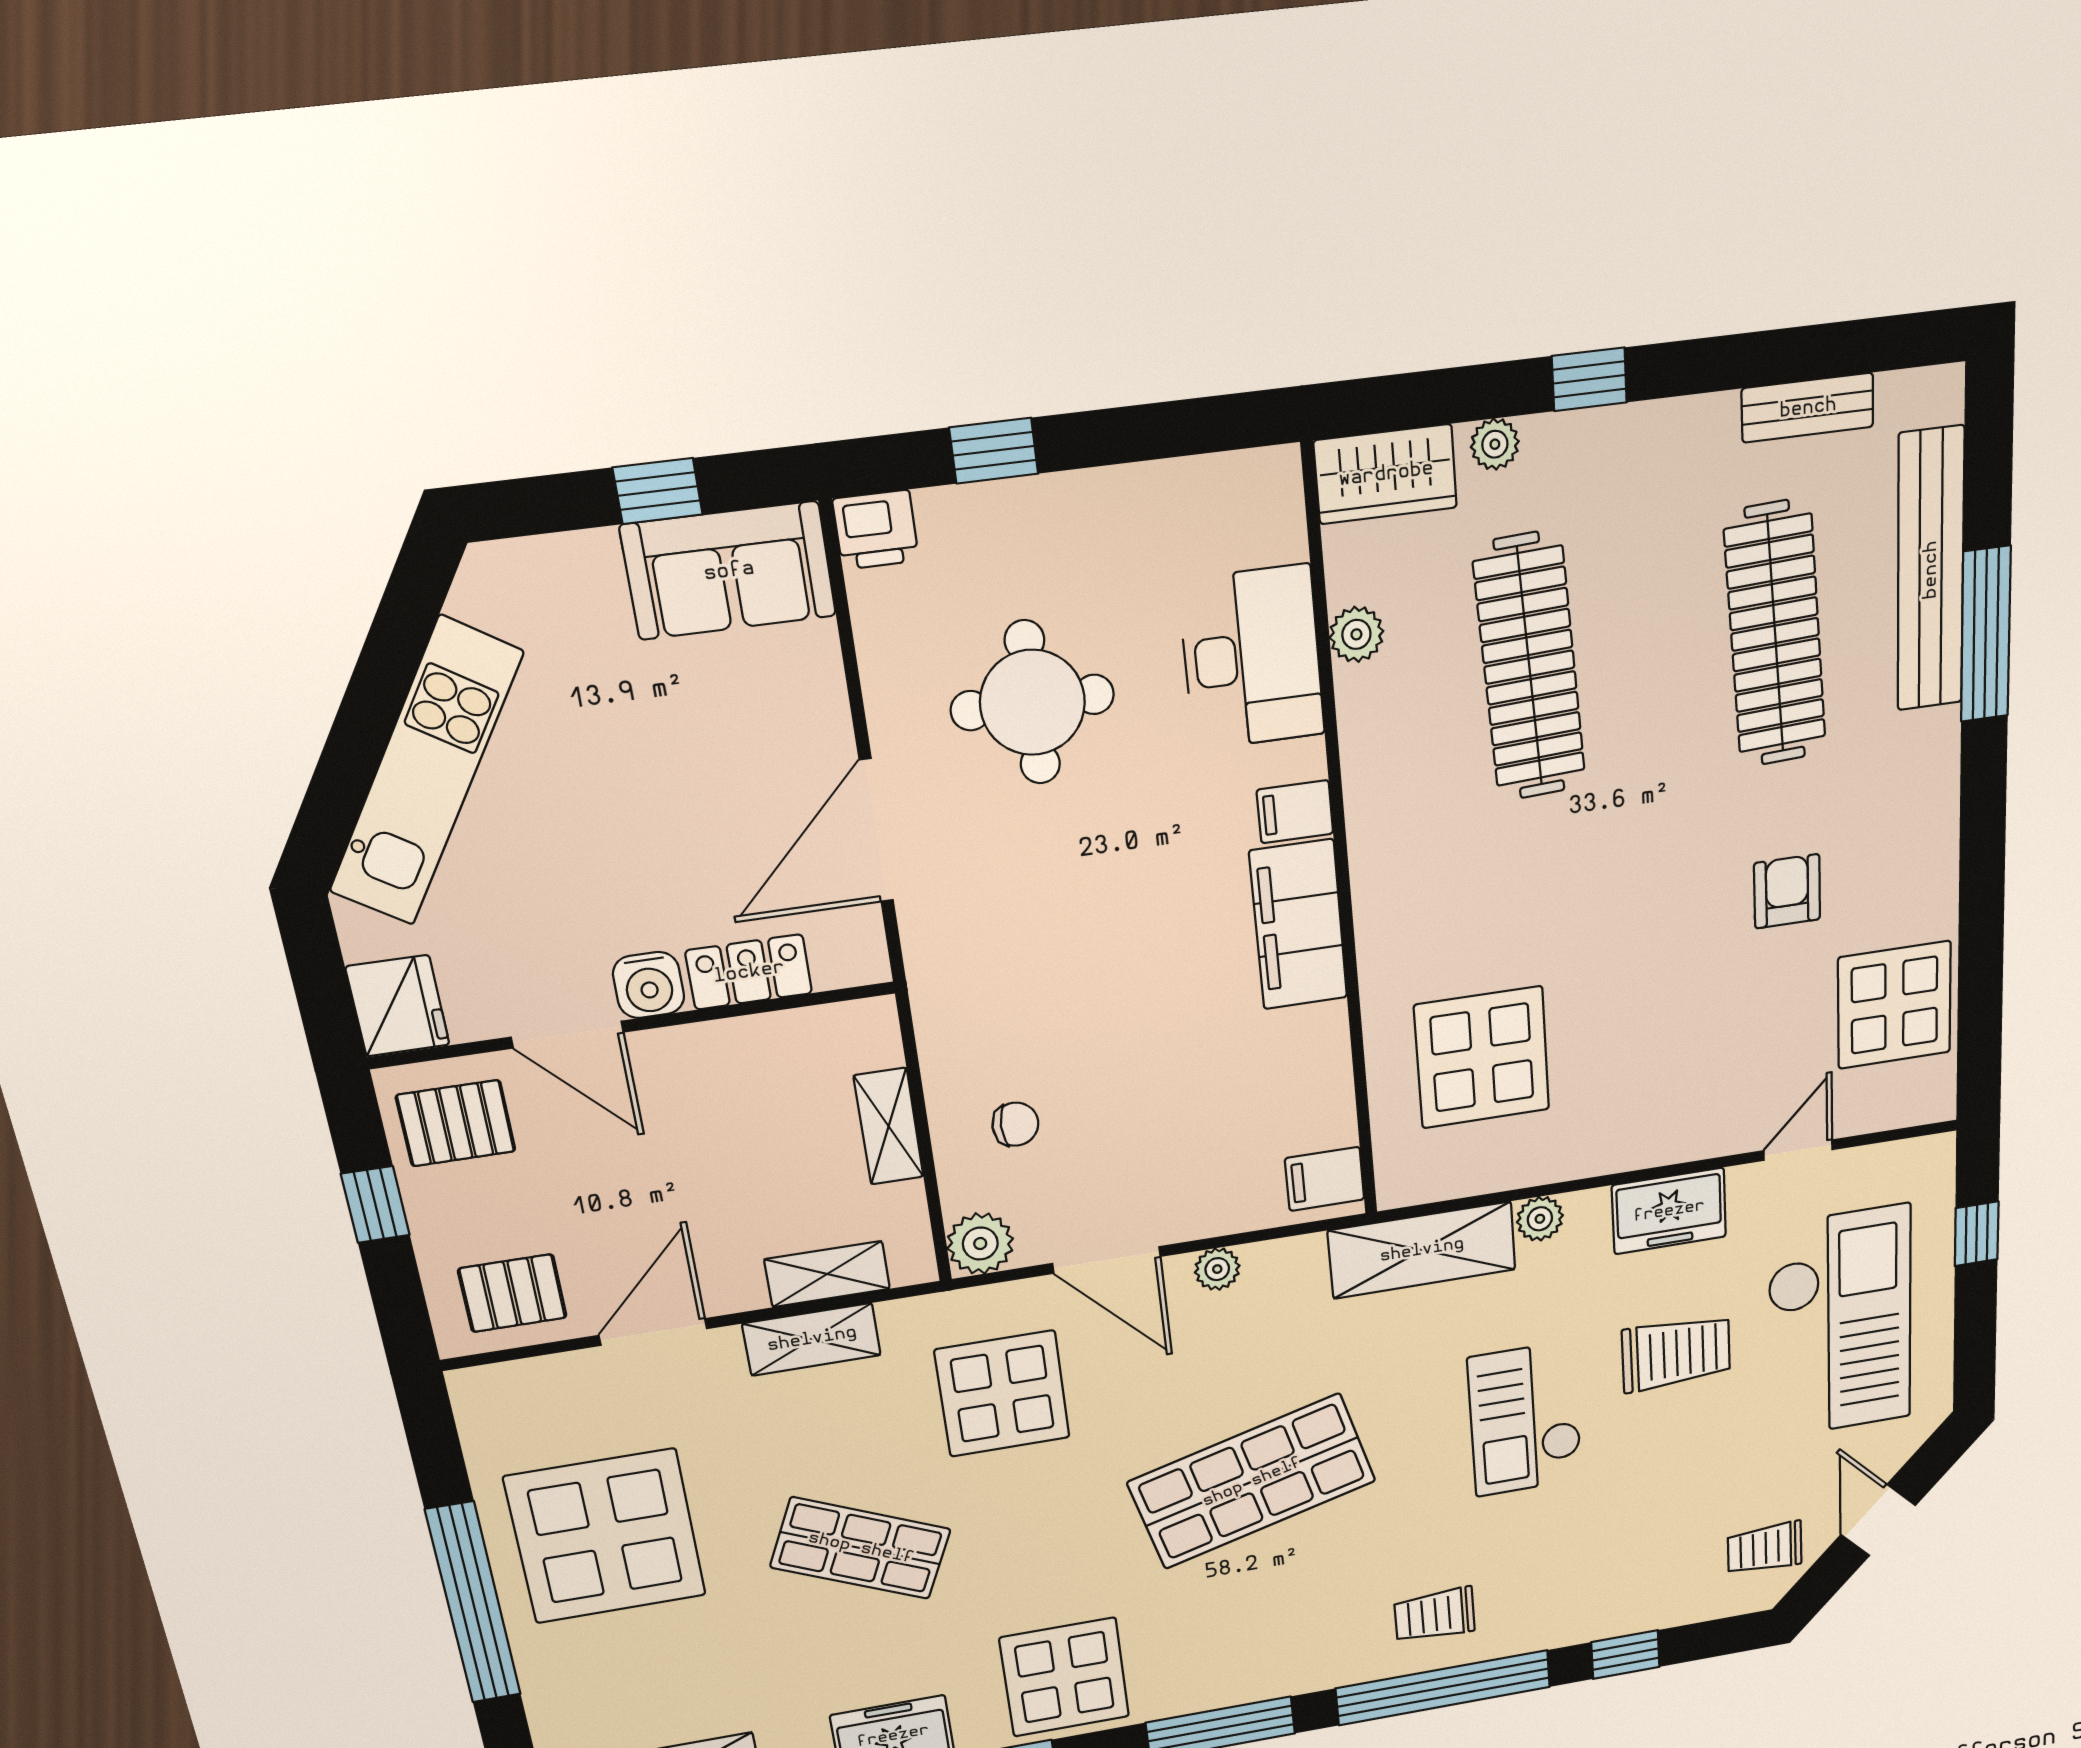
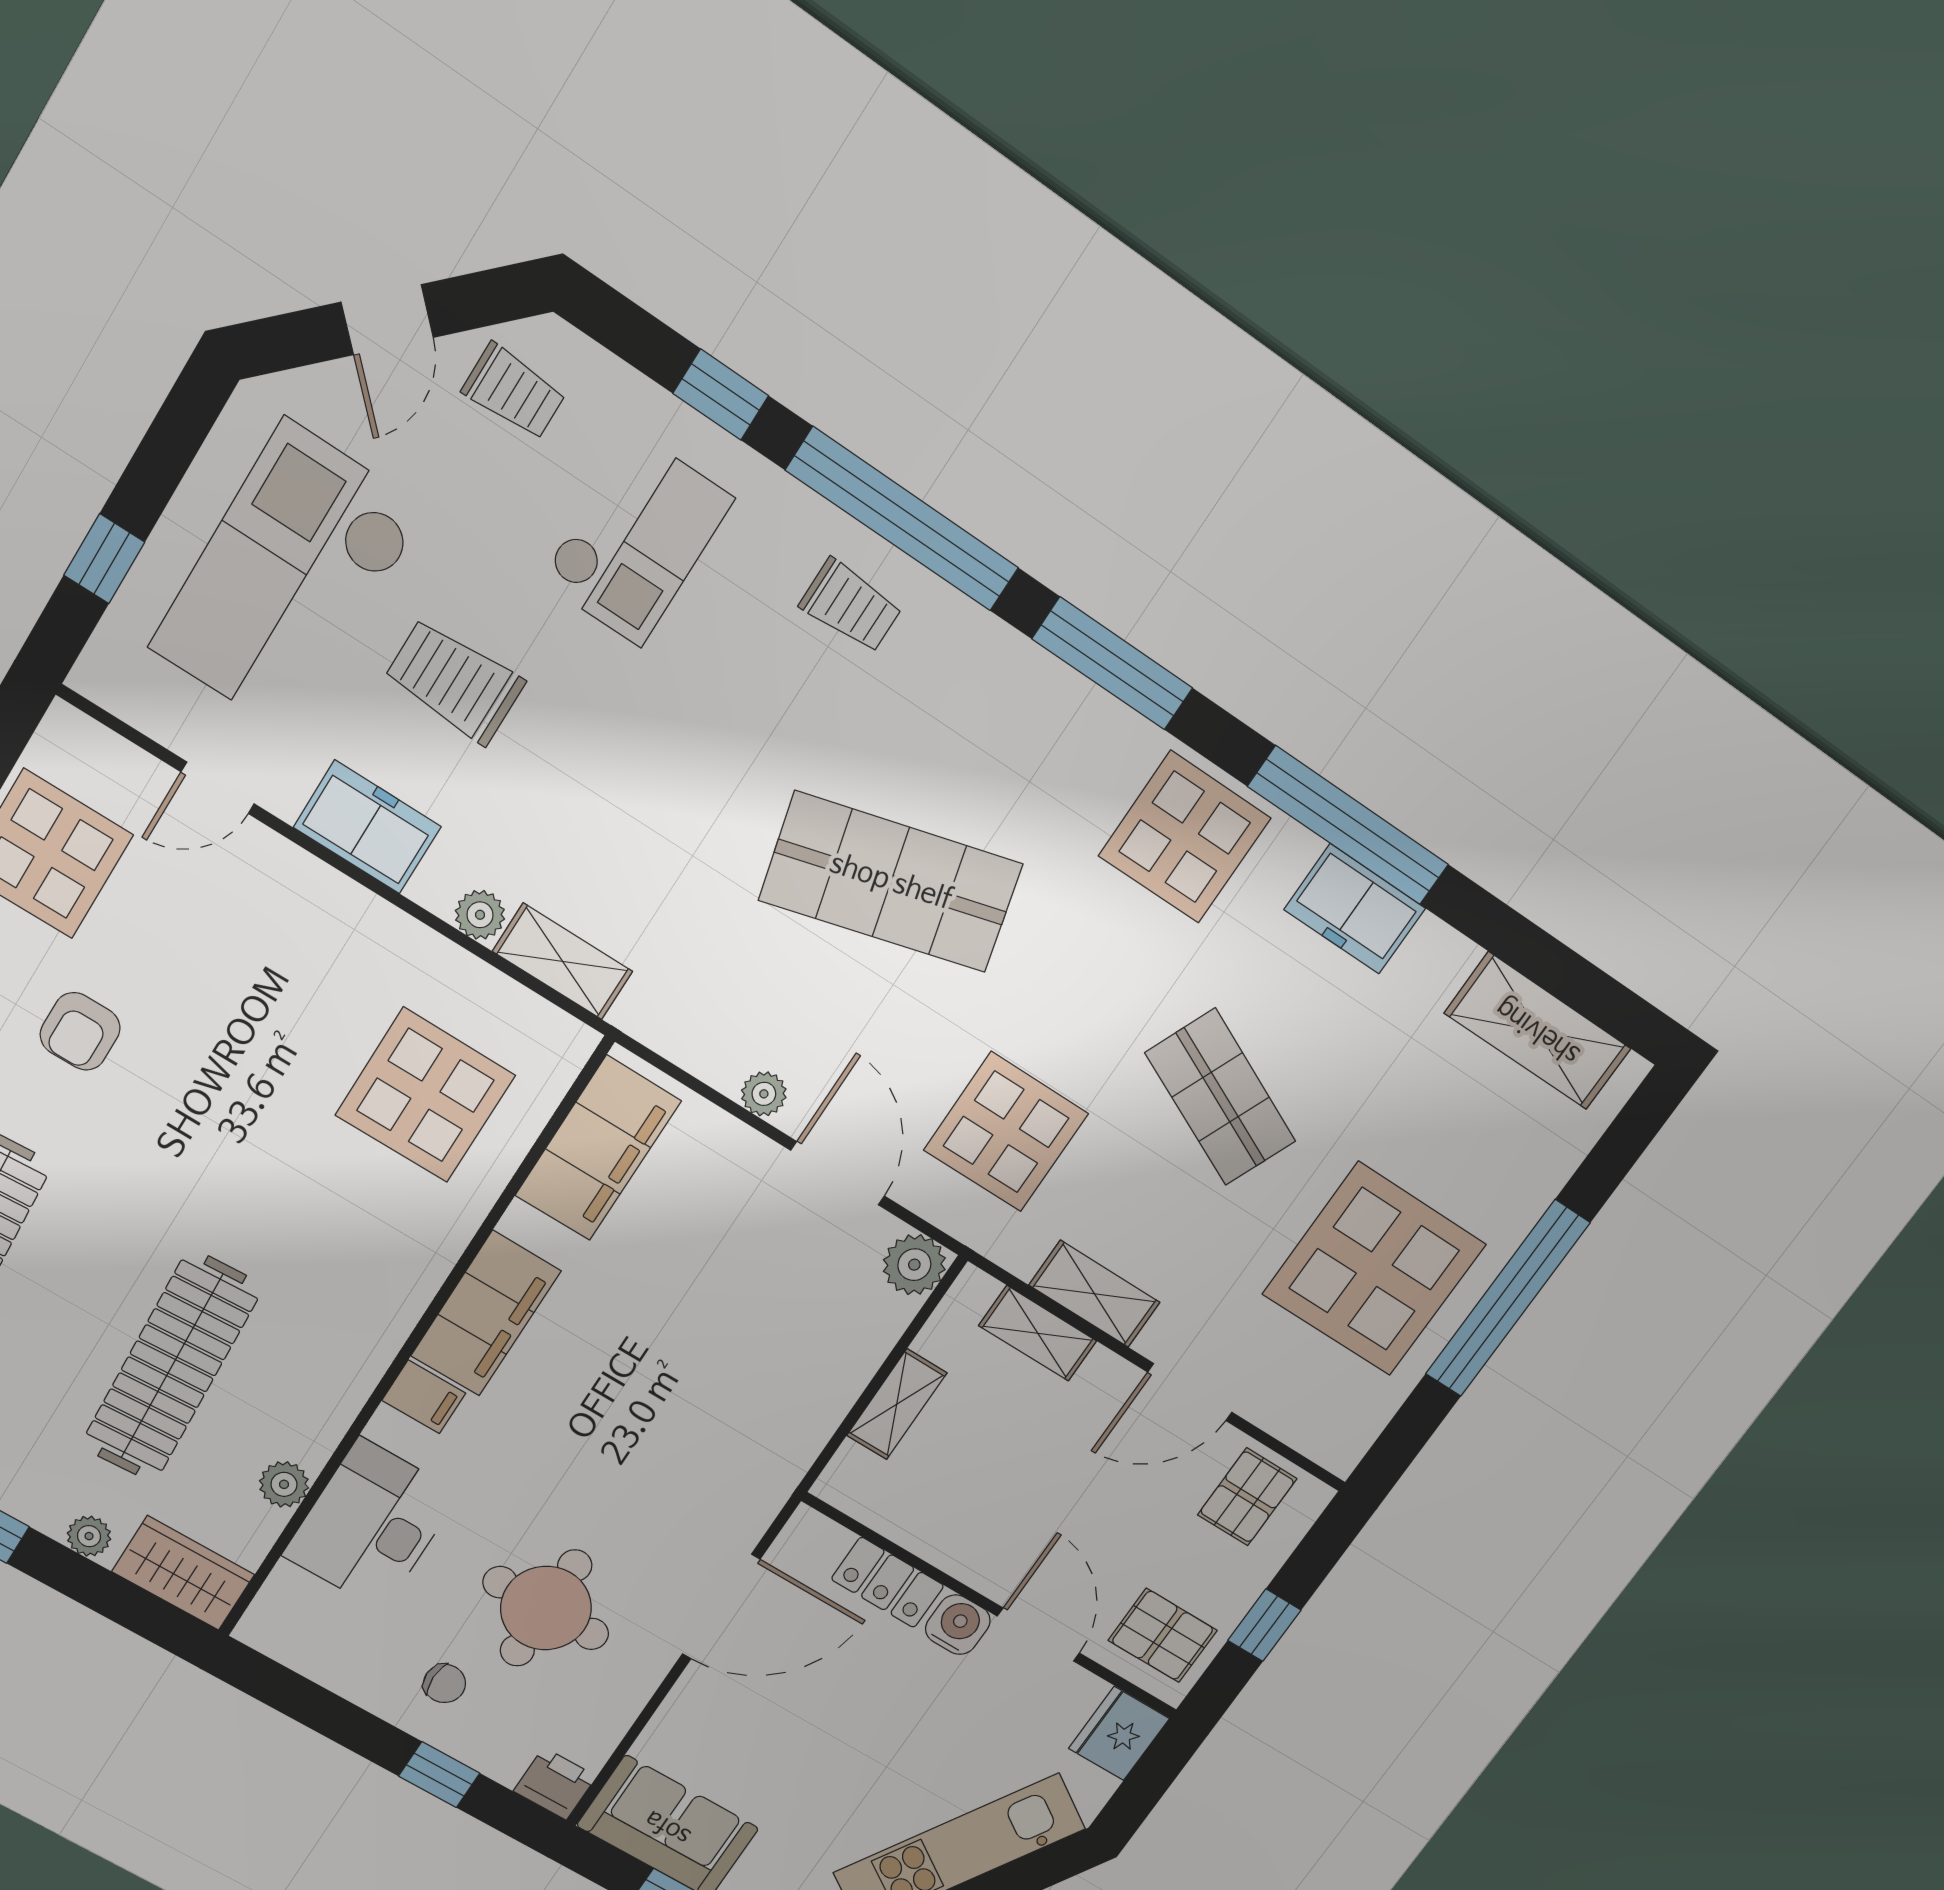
chair: (1015, 1124) -> (445, 1683), moved, turned 180
filing cabinet: (1325, 1179) -> (598, 1148), width x3.00, depth x1.17
shelving: (1422, 1250) -> (563, 961), width x0.67, depth x0.75
pallet: (512, 1293) -> (1247, 1497), turned 90
checkout: (1525, 1419) -> (637, 539), moved

